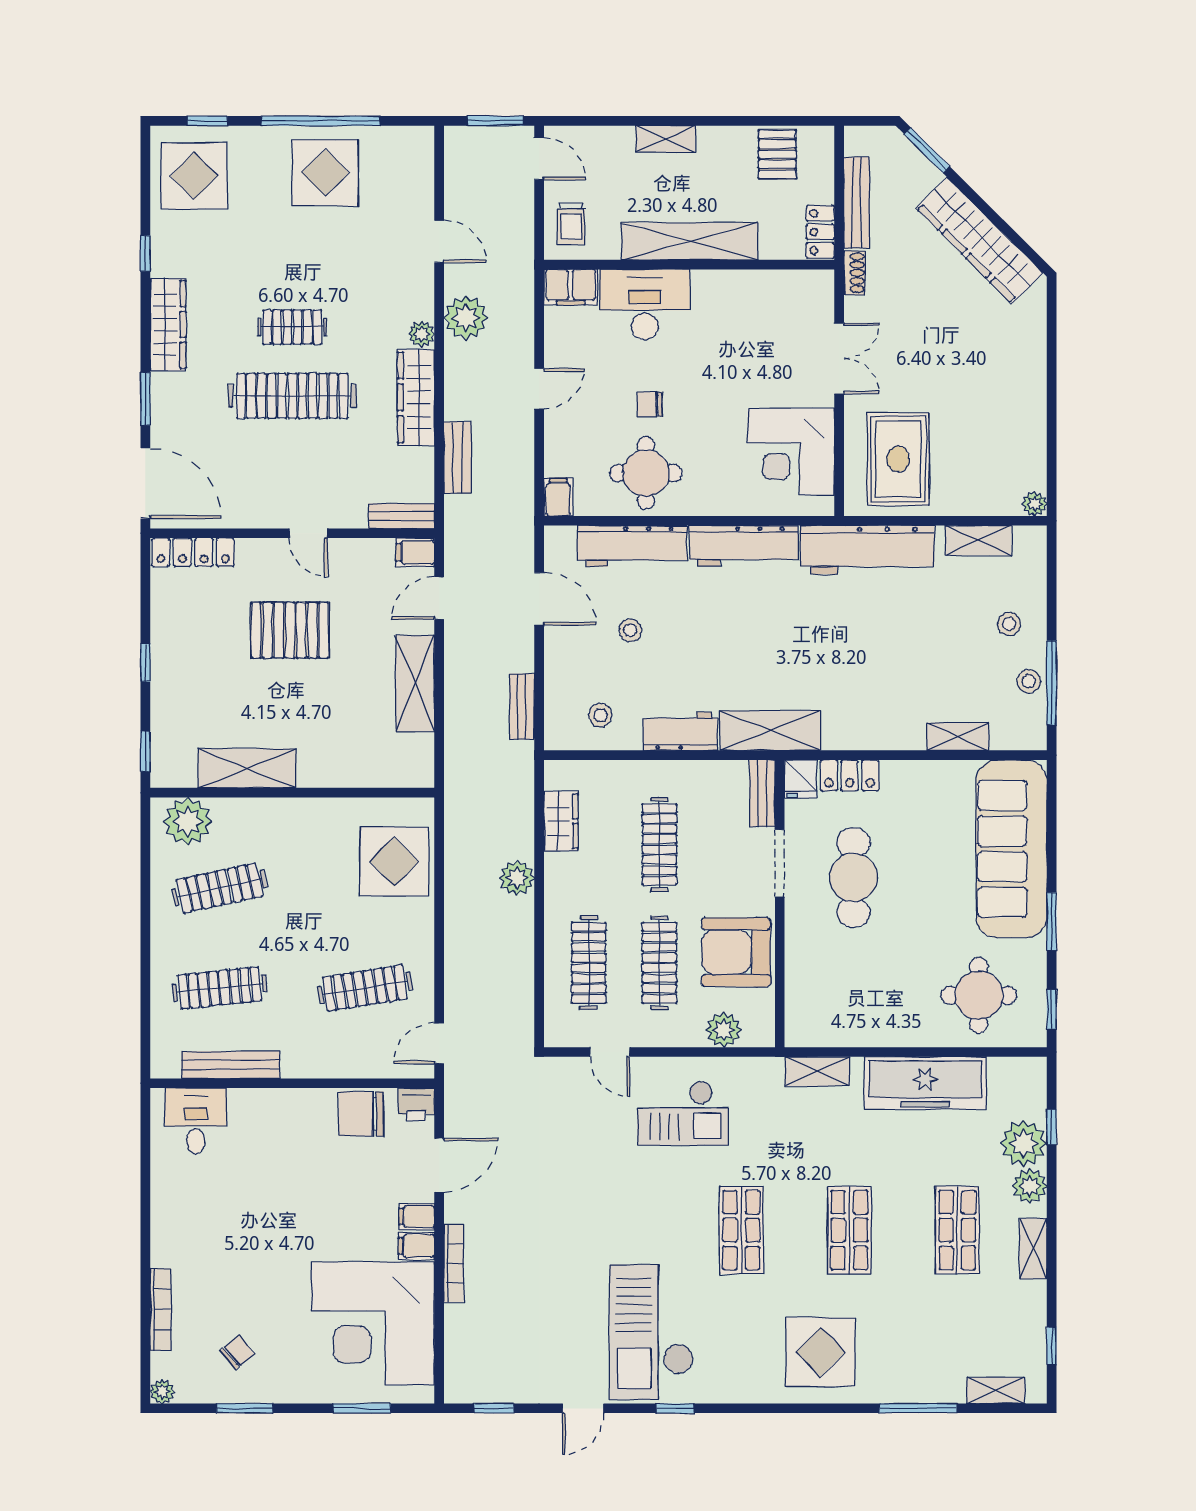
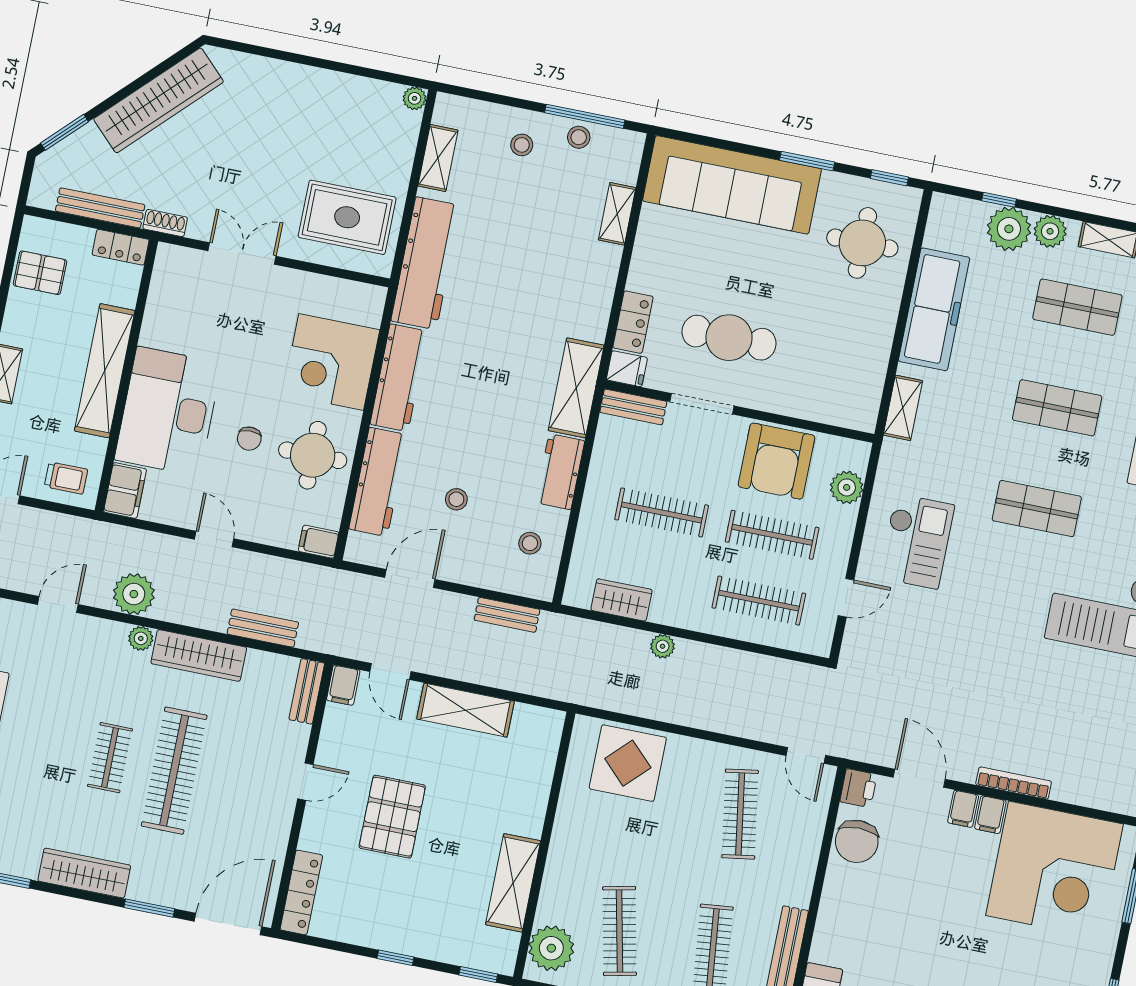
desk: (645, 305) -> (168, 411), width x1.36, depth x1.30
corner desk: (791, 452) -> (331, 362), moved, turned 90
plant: (517, 878) -> (663, 646), width x0.73, depth x0.73

